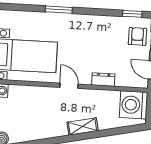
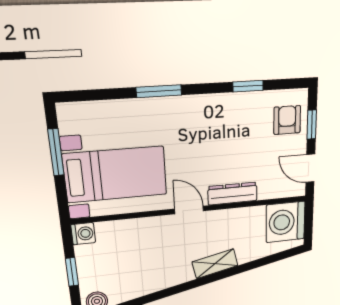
window: (132, 14) -> (248, 86), moved
dresser: (103, 80) -> (232, 194), width x1.44

